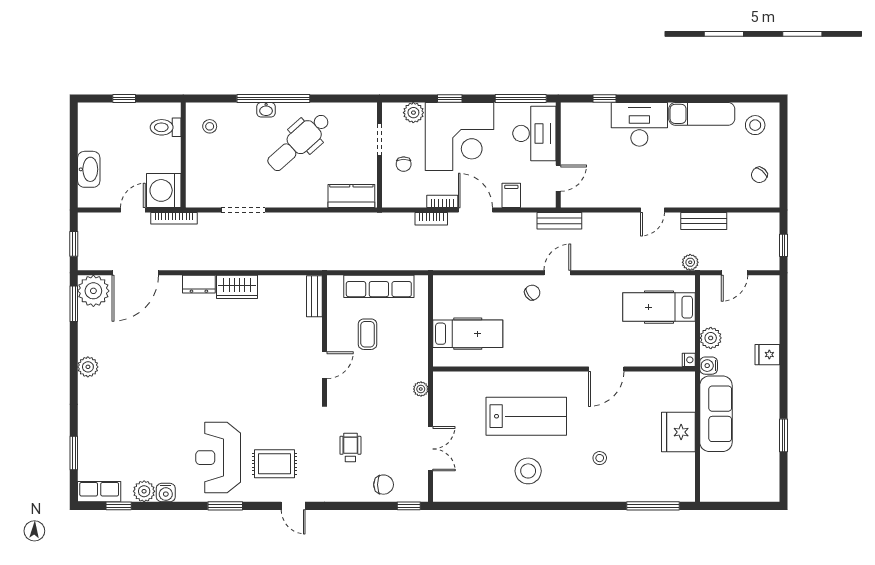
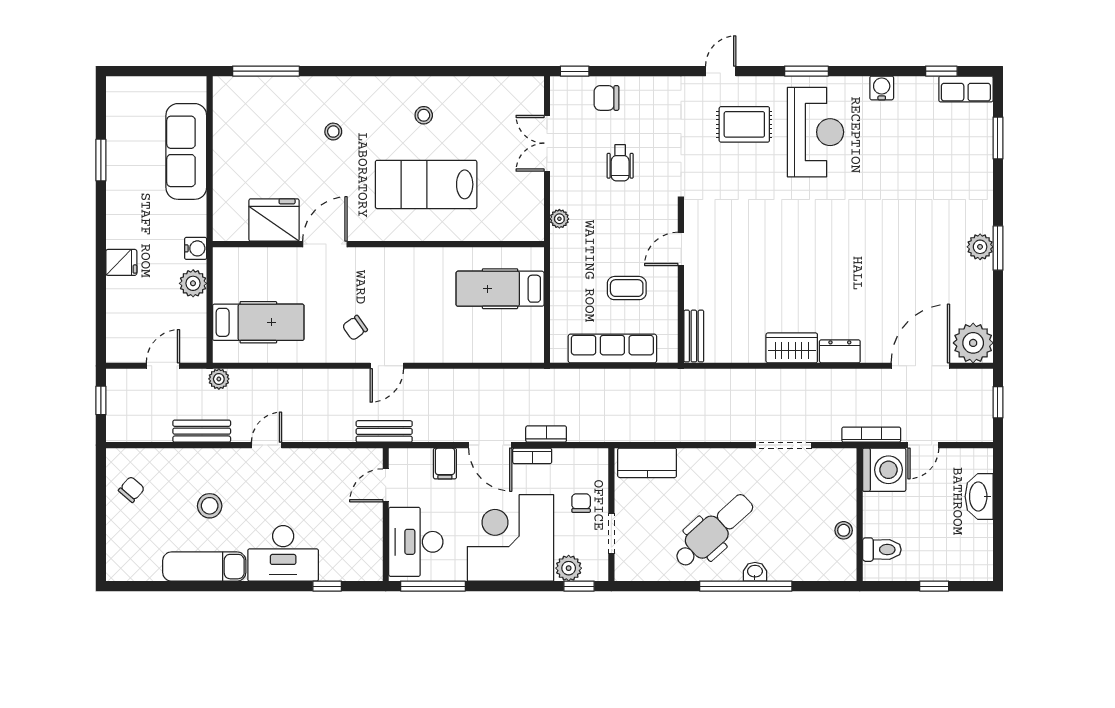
window: (450, 98) -> (579, 586), moved
stool: (755, 125) -> (210, 506), moved
stool: (210, 126) -> (844, 530), moved
chair: (532, 293) -> (355, 328), moved
window: (74, 304) -> (998, 248), moved
coffee table: (367, 334) -> (627, 288), turned 90
nightstand: (689, 360) -> (221, 256), removed
sofa: (716, 414) -> (186, 151), moved
fridge: (678, 432) -> (274, 220), moved, turned -90
wheelchair: (350, 448) -> (620, 163), moved
stool: (528, 471) -> (424, 115), width x0.53, depth x0.53
plant: (144, 491) -> (909, 90), removed
door: (293, 506) -> (721, 71), hinge flipped

